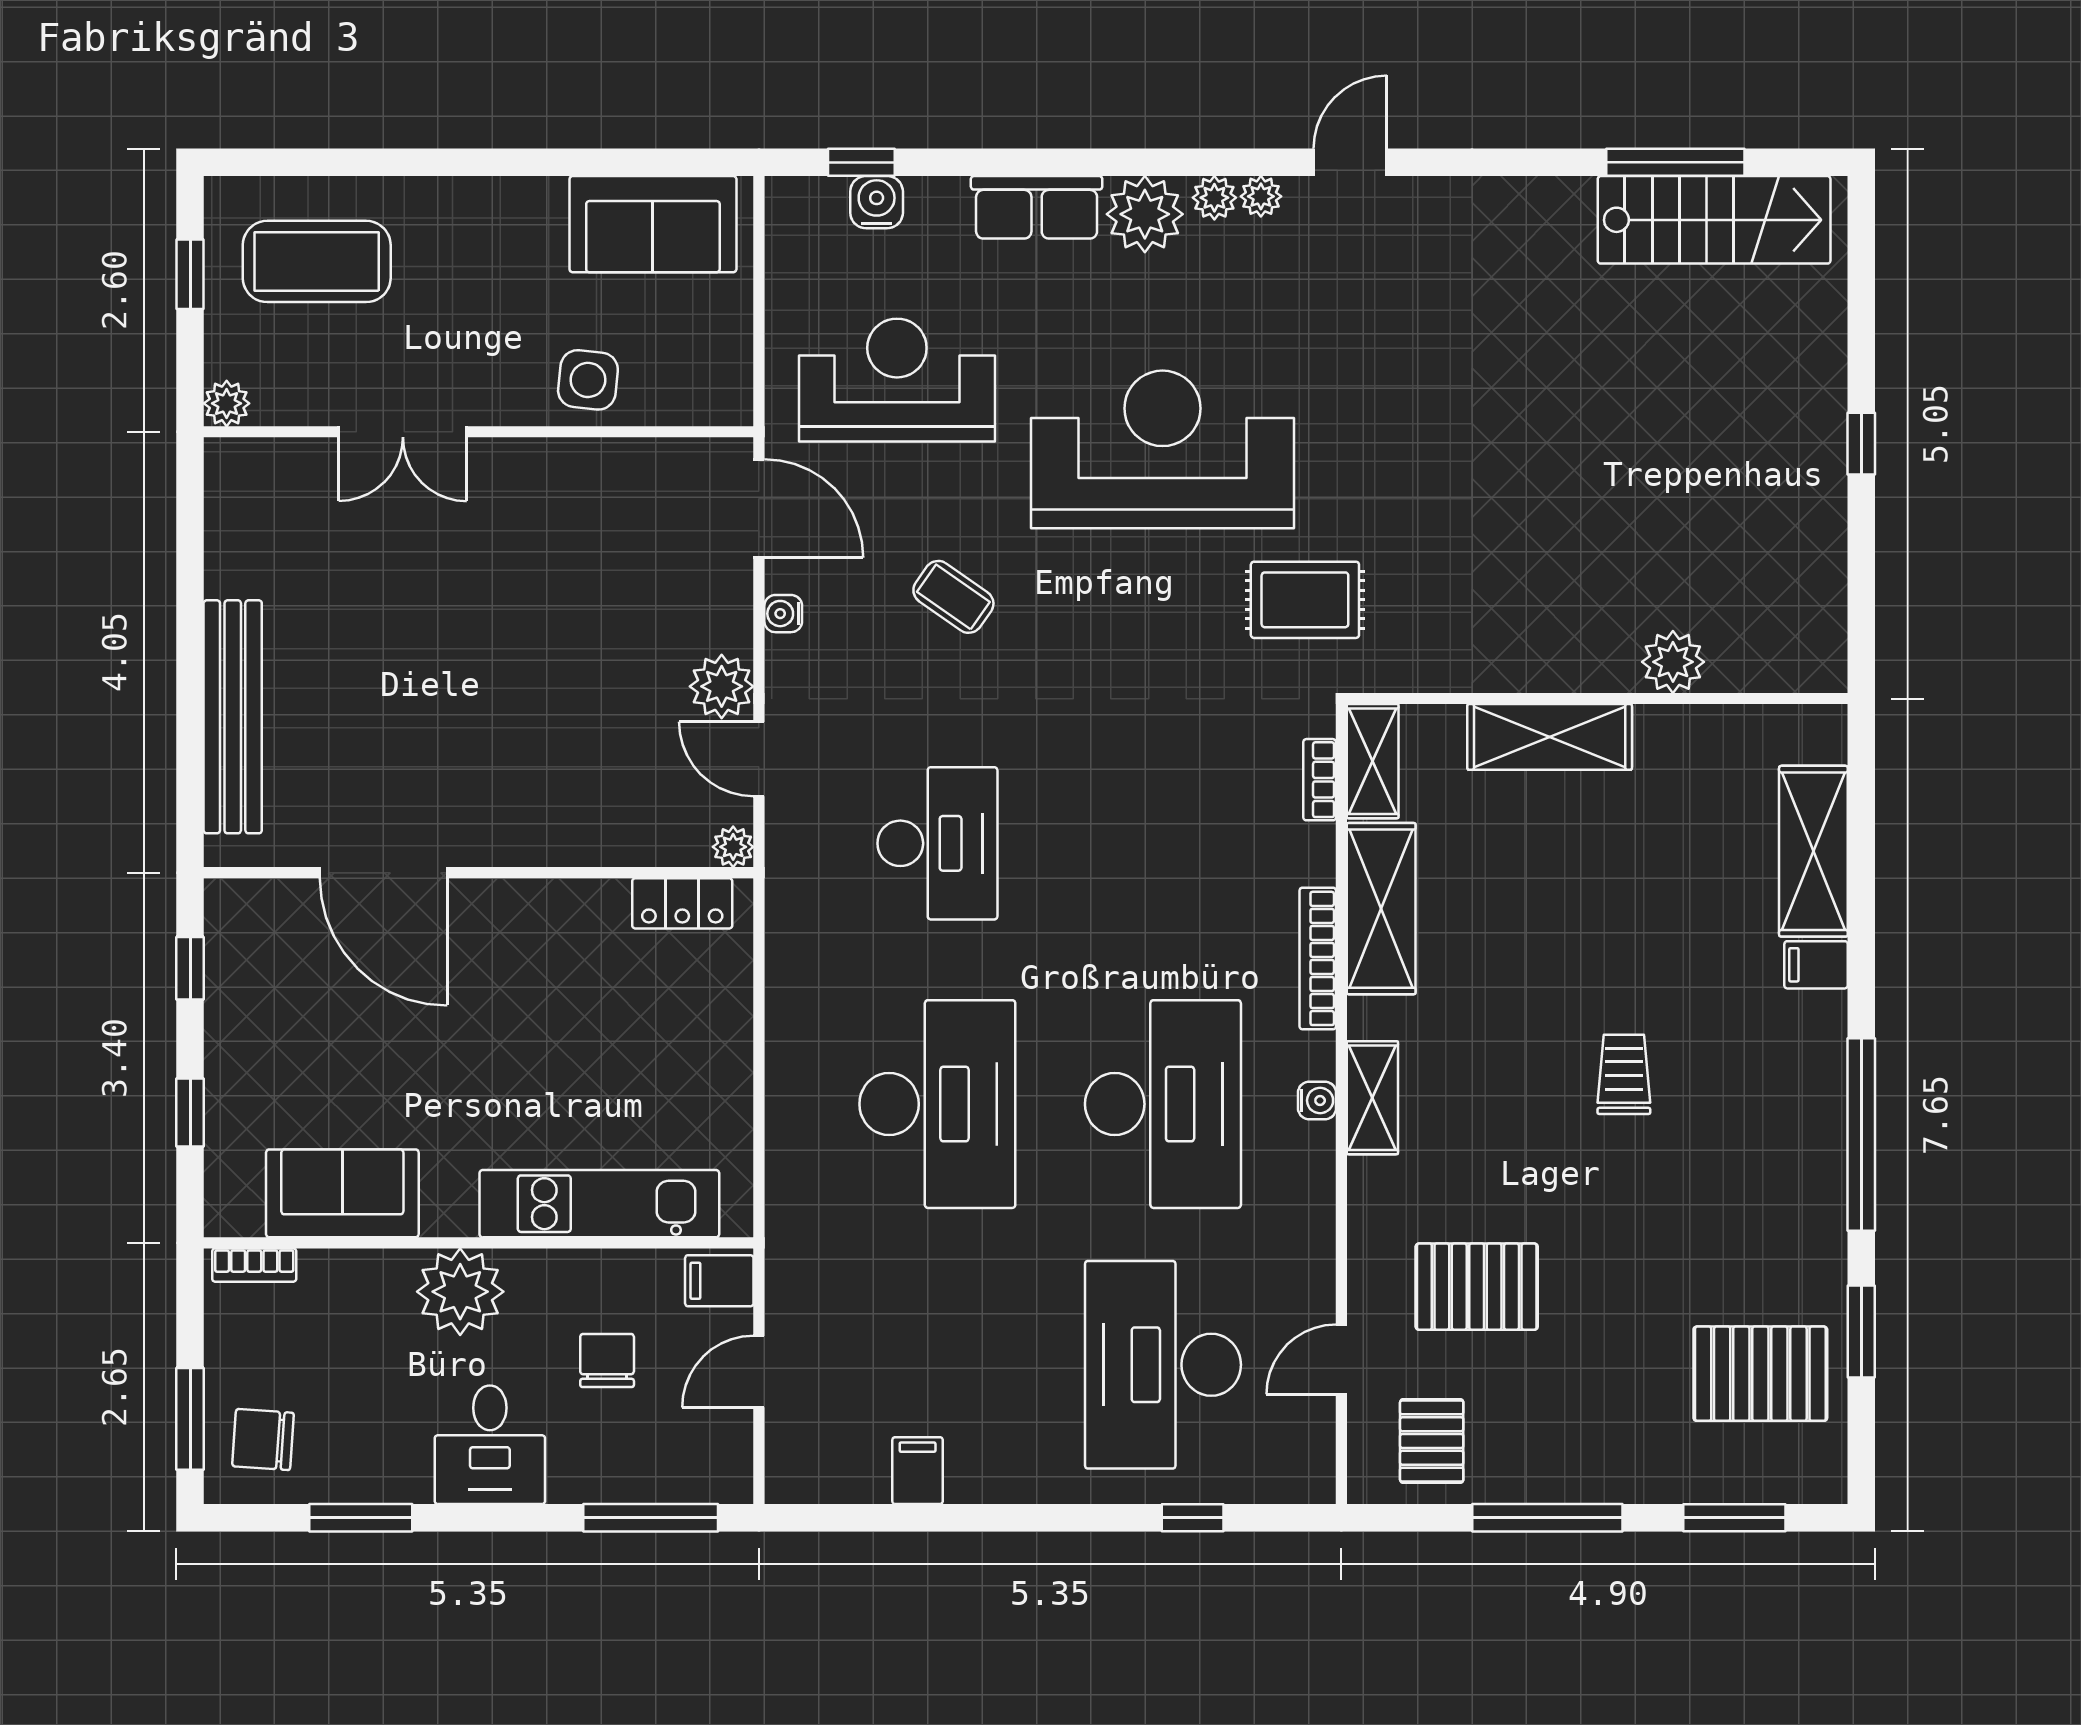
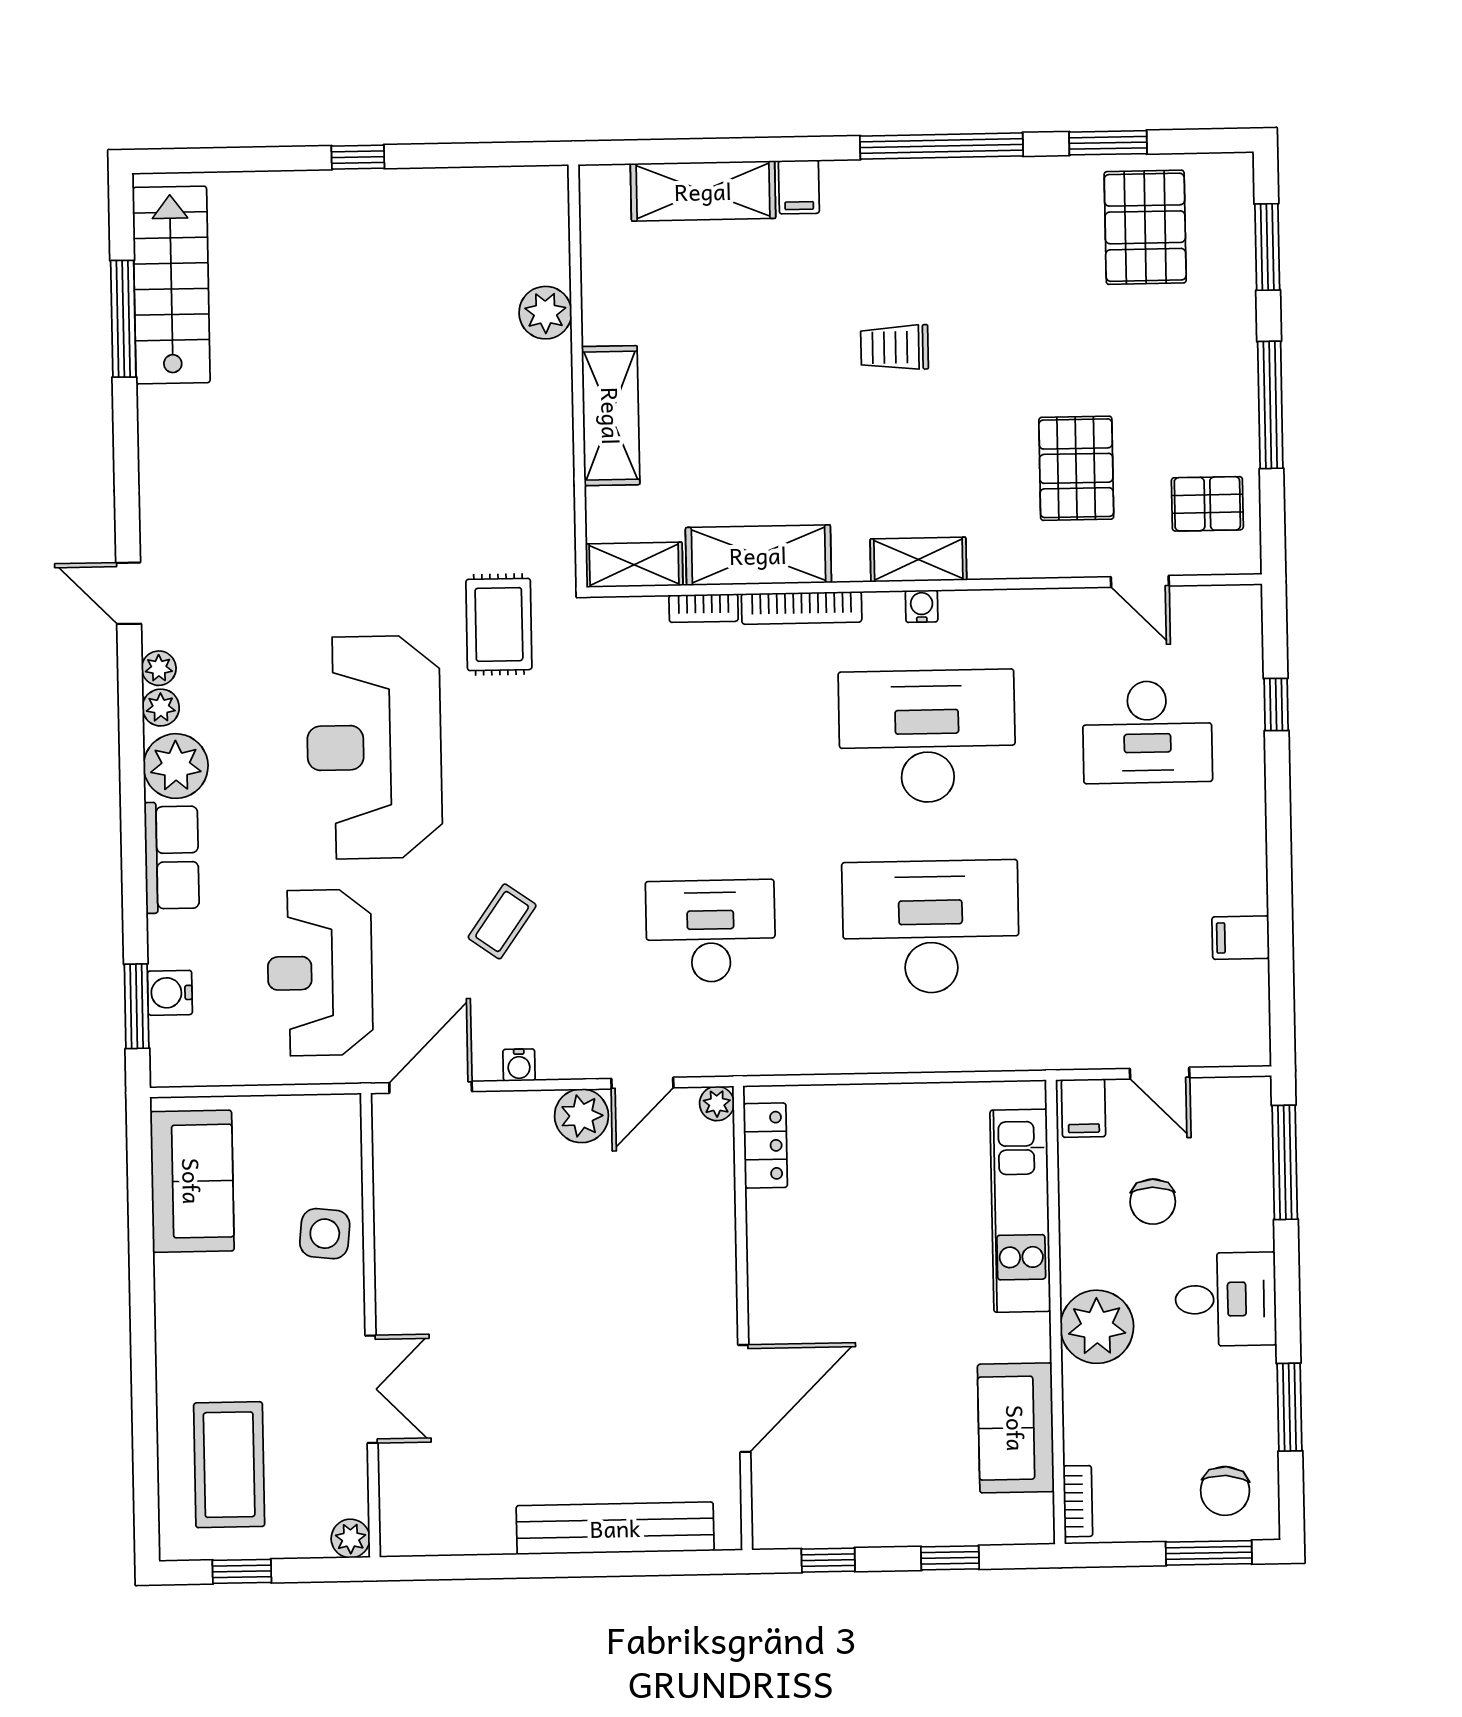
window: (861, 162) -> (137, 1006), width x1.50
bookcase: (1320, 780) -> (704, 608), moved
chair: (607, 1361) -> (1153, 1202), turned -90
desk: (1163, 1365) -> (1147, 732), width x0.73, depth x0.77

